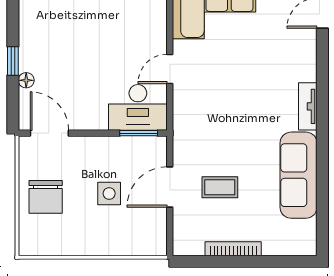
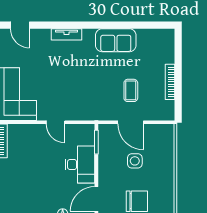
tv unit: (308, 106) -> (66, 34), moved
desk: (138, 107) -> (80, 165), moved
sofa: (299, 175) -> (116, 40), width x0.73

